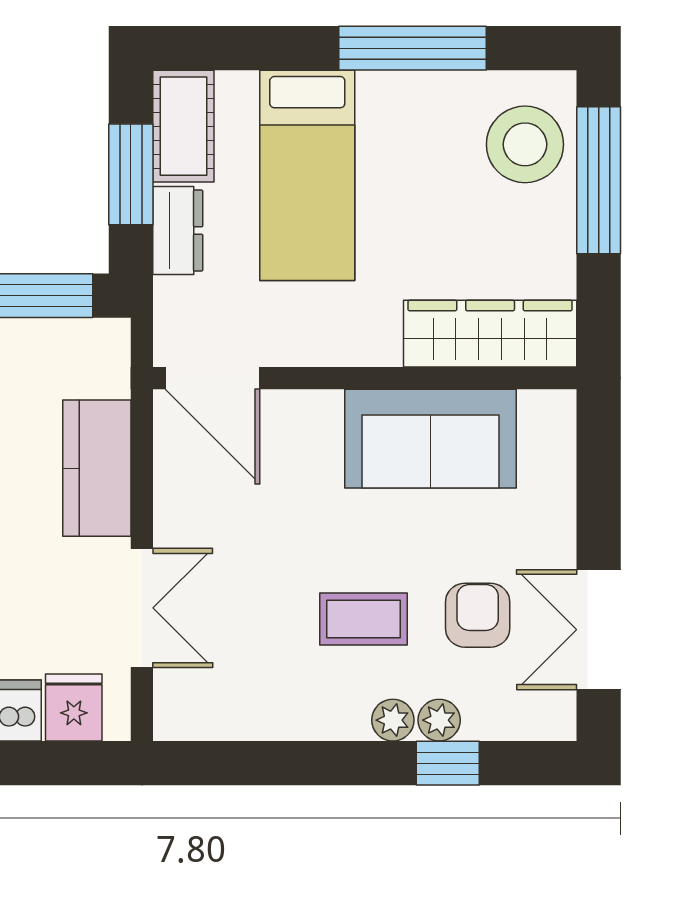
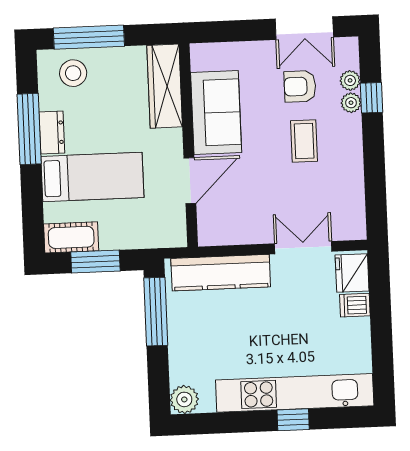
stool: (525, 144) -> (73, 73), width x0.73, depth x0.73
dresser: (178, 231) -> (52, 133), moved, turned 90
door: (213, 378) -> (190, 181), moved
kitchen counter: (97, 468) -> (221, 273), width x1.50
fridge: (74, 708) -> (352, 273), width x1.38
plant: (393, 720) -> (350, 80), moved

